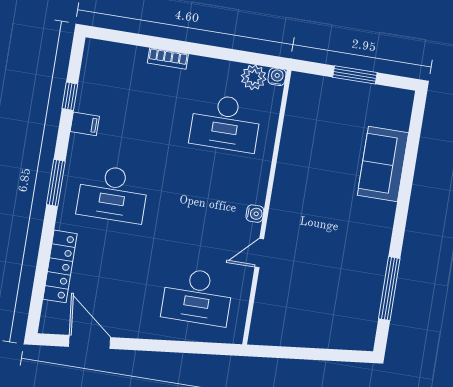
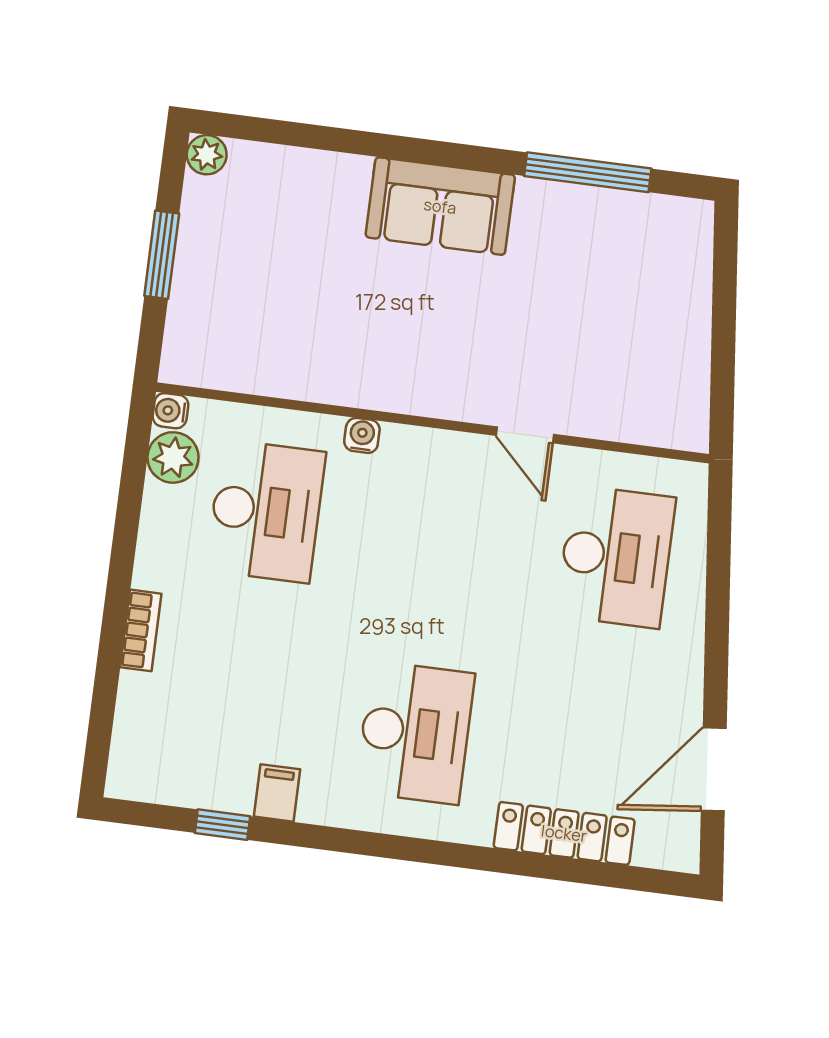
plant: (404, 99) -> (207, 155), added
sofa: (383, 164) -> (440, 206), moved
window: (56, 183) -> (397, 847), removed
water cooler: (255, 214) -> (362, 435), moved

